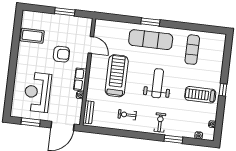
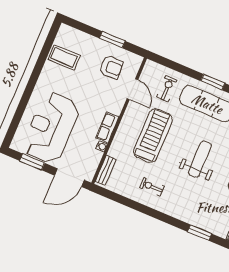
armchair: (61, 54) -> (111, 67), moved
reception desk: (38, 92) -> (51, 128), width x1.36, depth x1.30
exercise bike: (160, 122) -> (167, 89), moved

